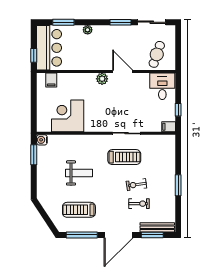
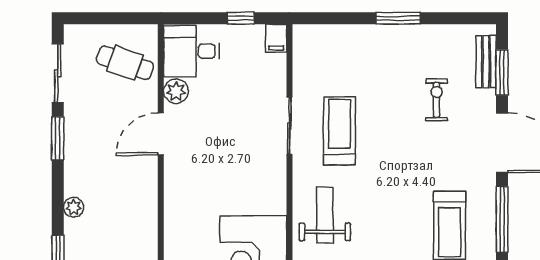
plant: (102, 79) -> (176, 91), moved
weight bench: (79, 173) -> (325, 215), moved
exercise bike: (136, 185) -> (397, 105), removed
bench: (157, 227) -> (486, 62), width x0.73

